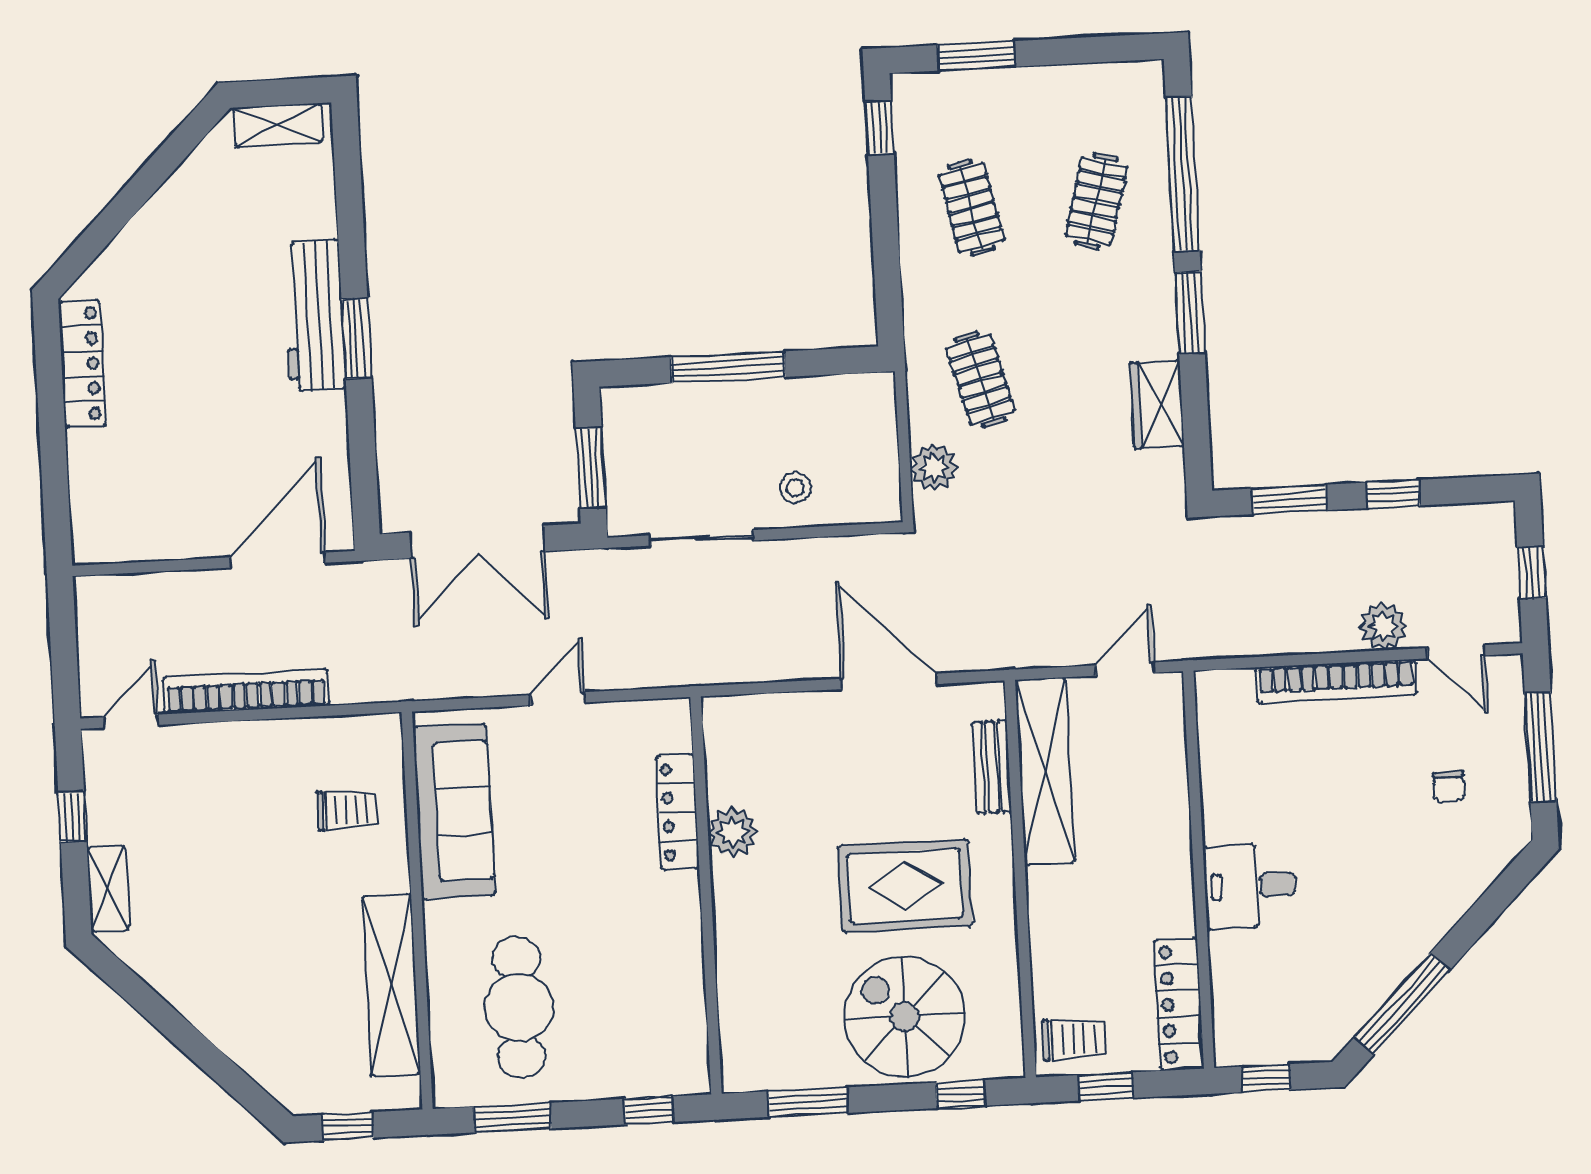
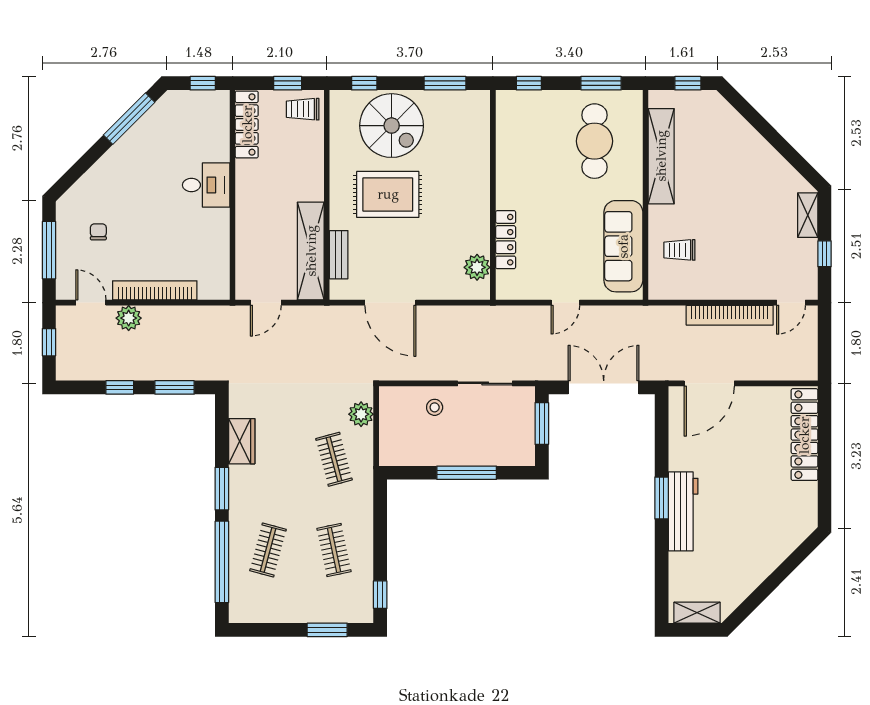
locker: (82, 364) -> (804, 435), moved, width x1.41, depth x1.21
plant: (733, 832) -> (477, 267), moved

